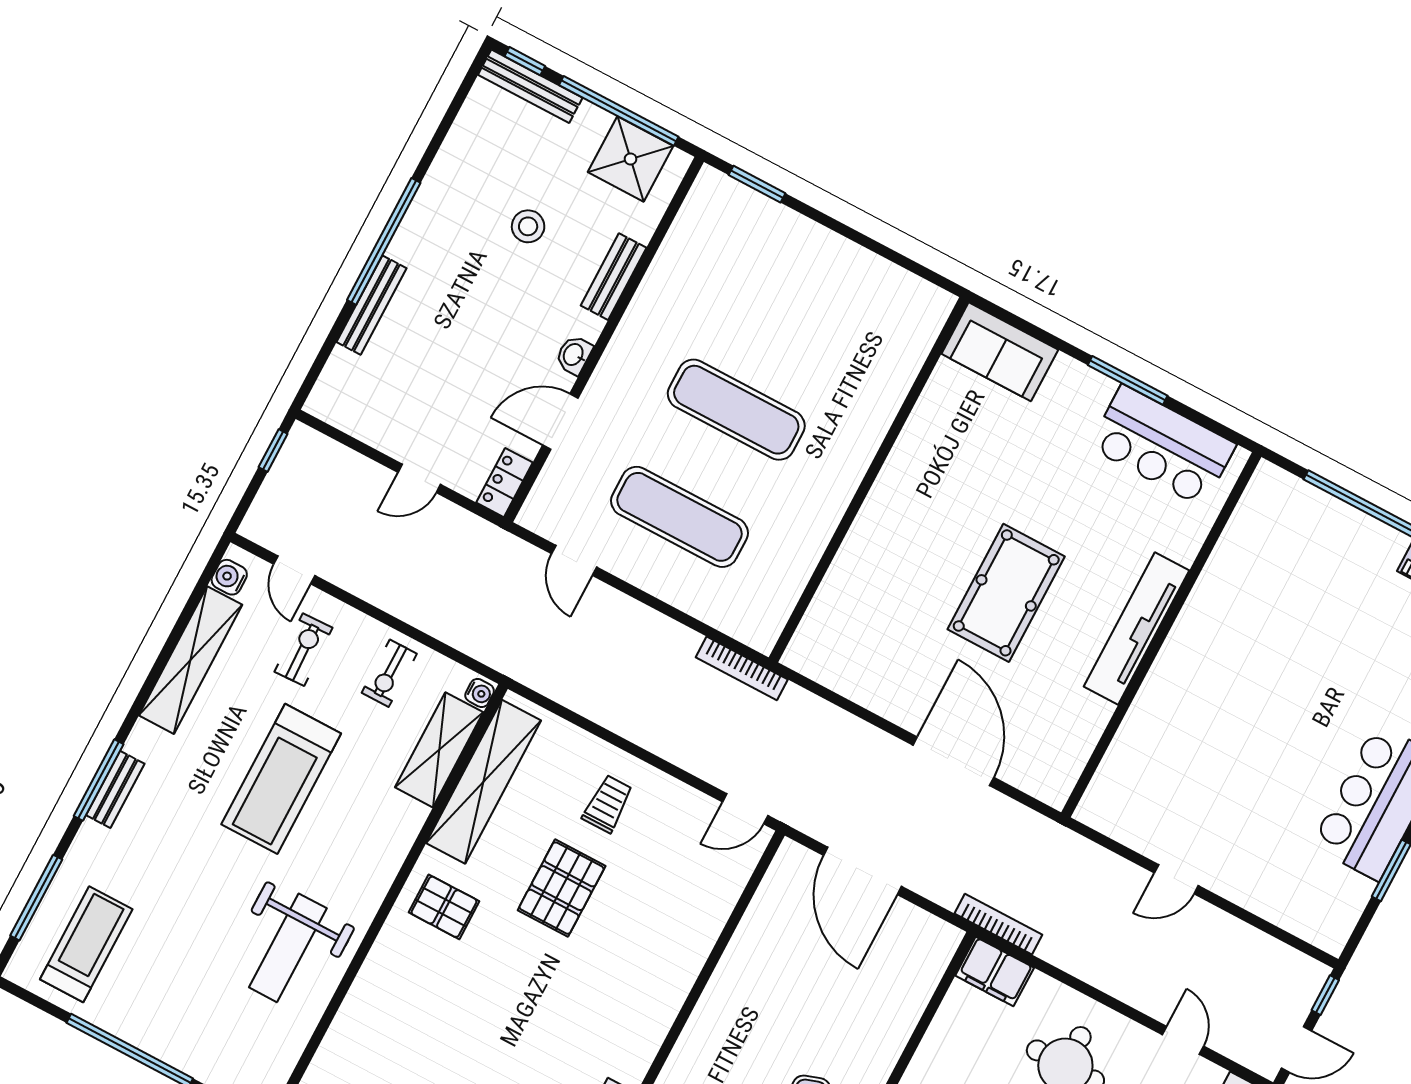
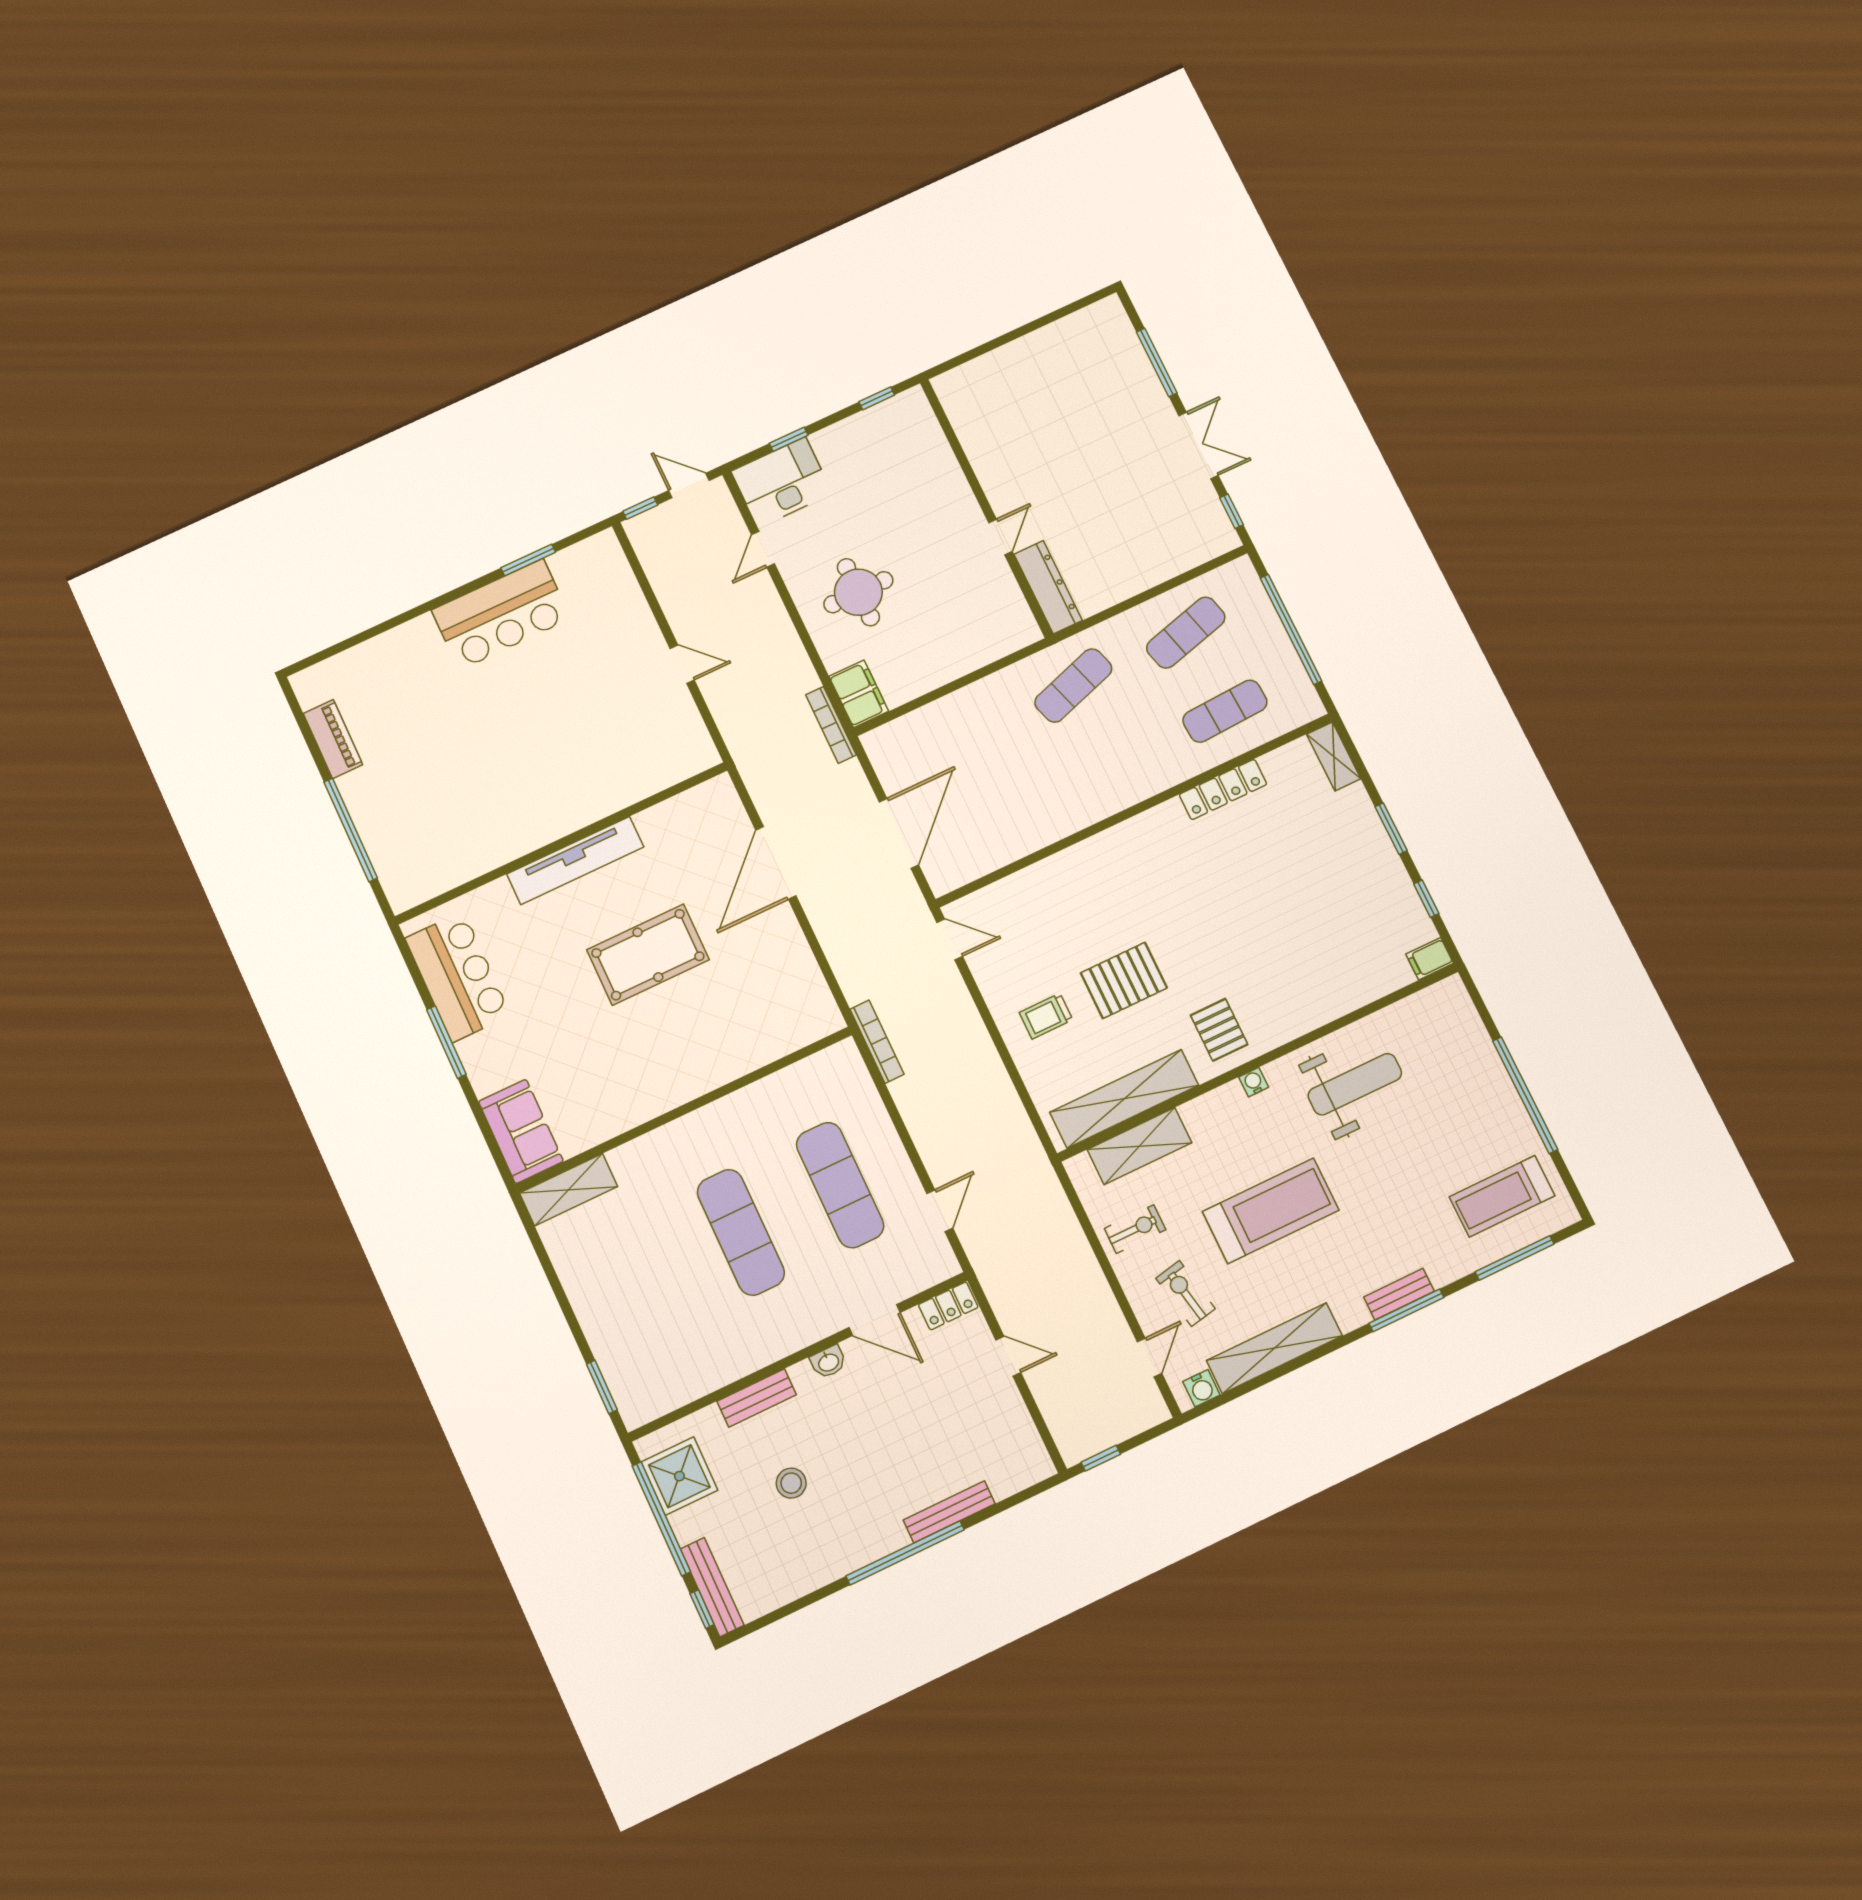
shelving: (918, 332) -> (569, 1190), added
exercise bike: (303, 650) -> (1185, 1294), turned 81
water cooler: (480, 693) -> (1254, 1082), moved

